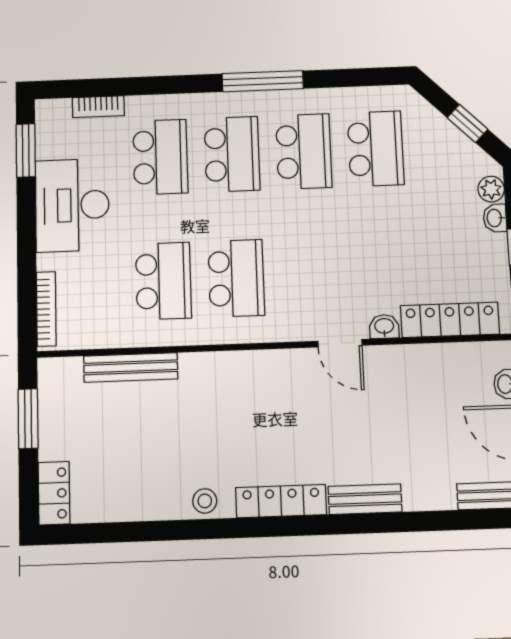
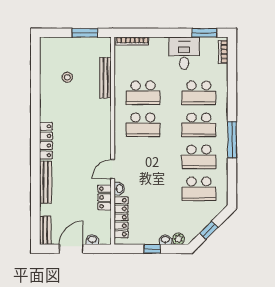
bookcase: (98, 107) -> (223, 52), moved
desk: (72, 205) -> (184, 53), width x0.73
locker: (54, 493) -> (105, 198), moved, turned 90
bench: (365, 499) -> (46, 182), width x1.36
stool: (205, 501) -> (67, 77), moved

